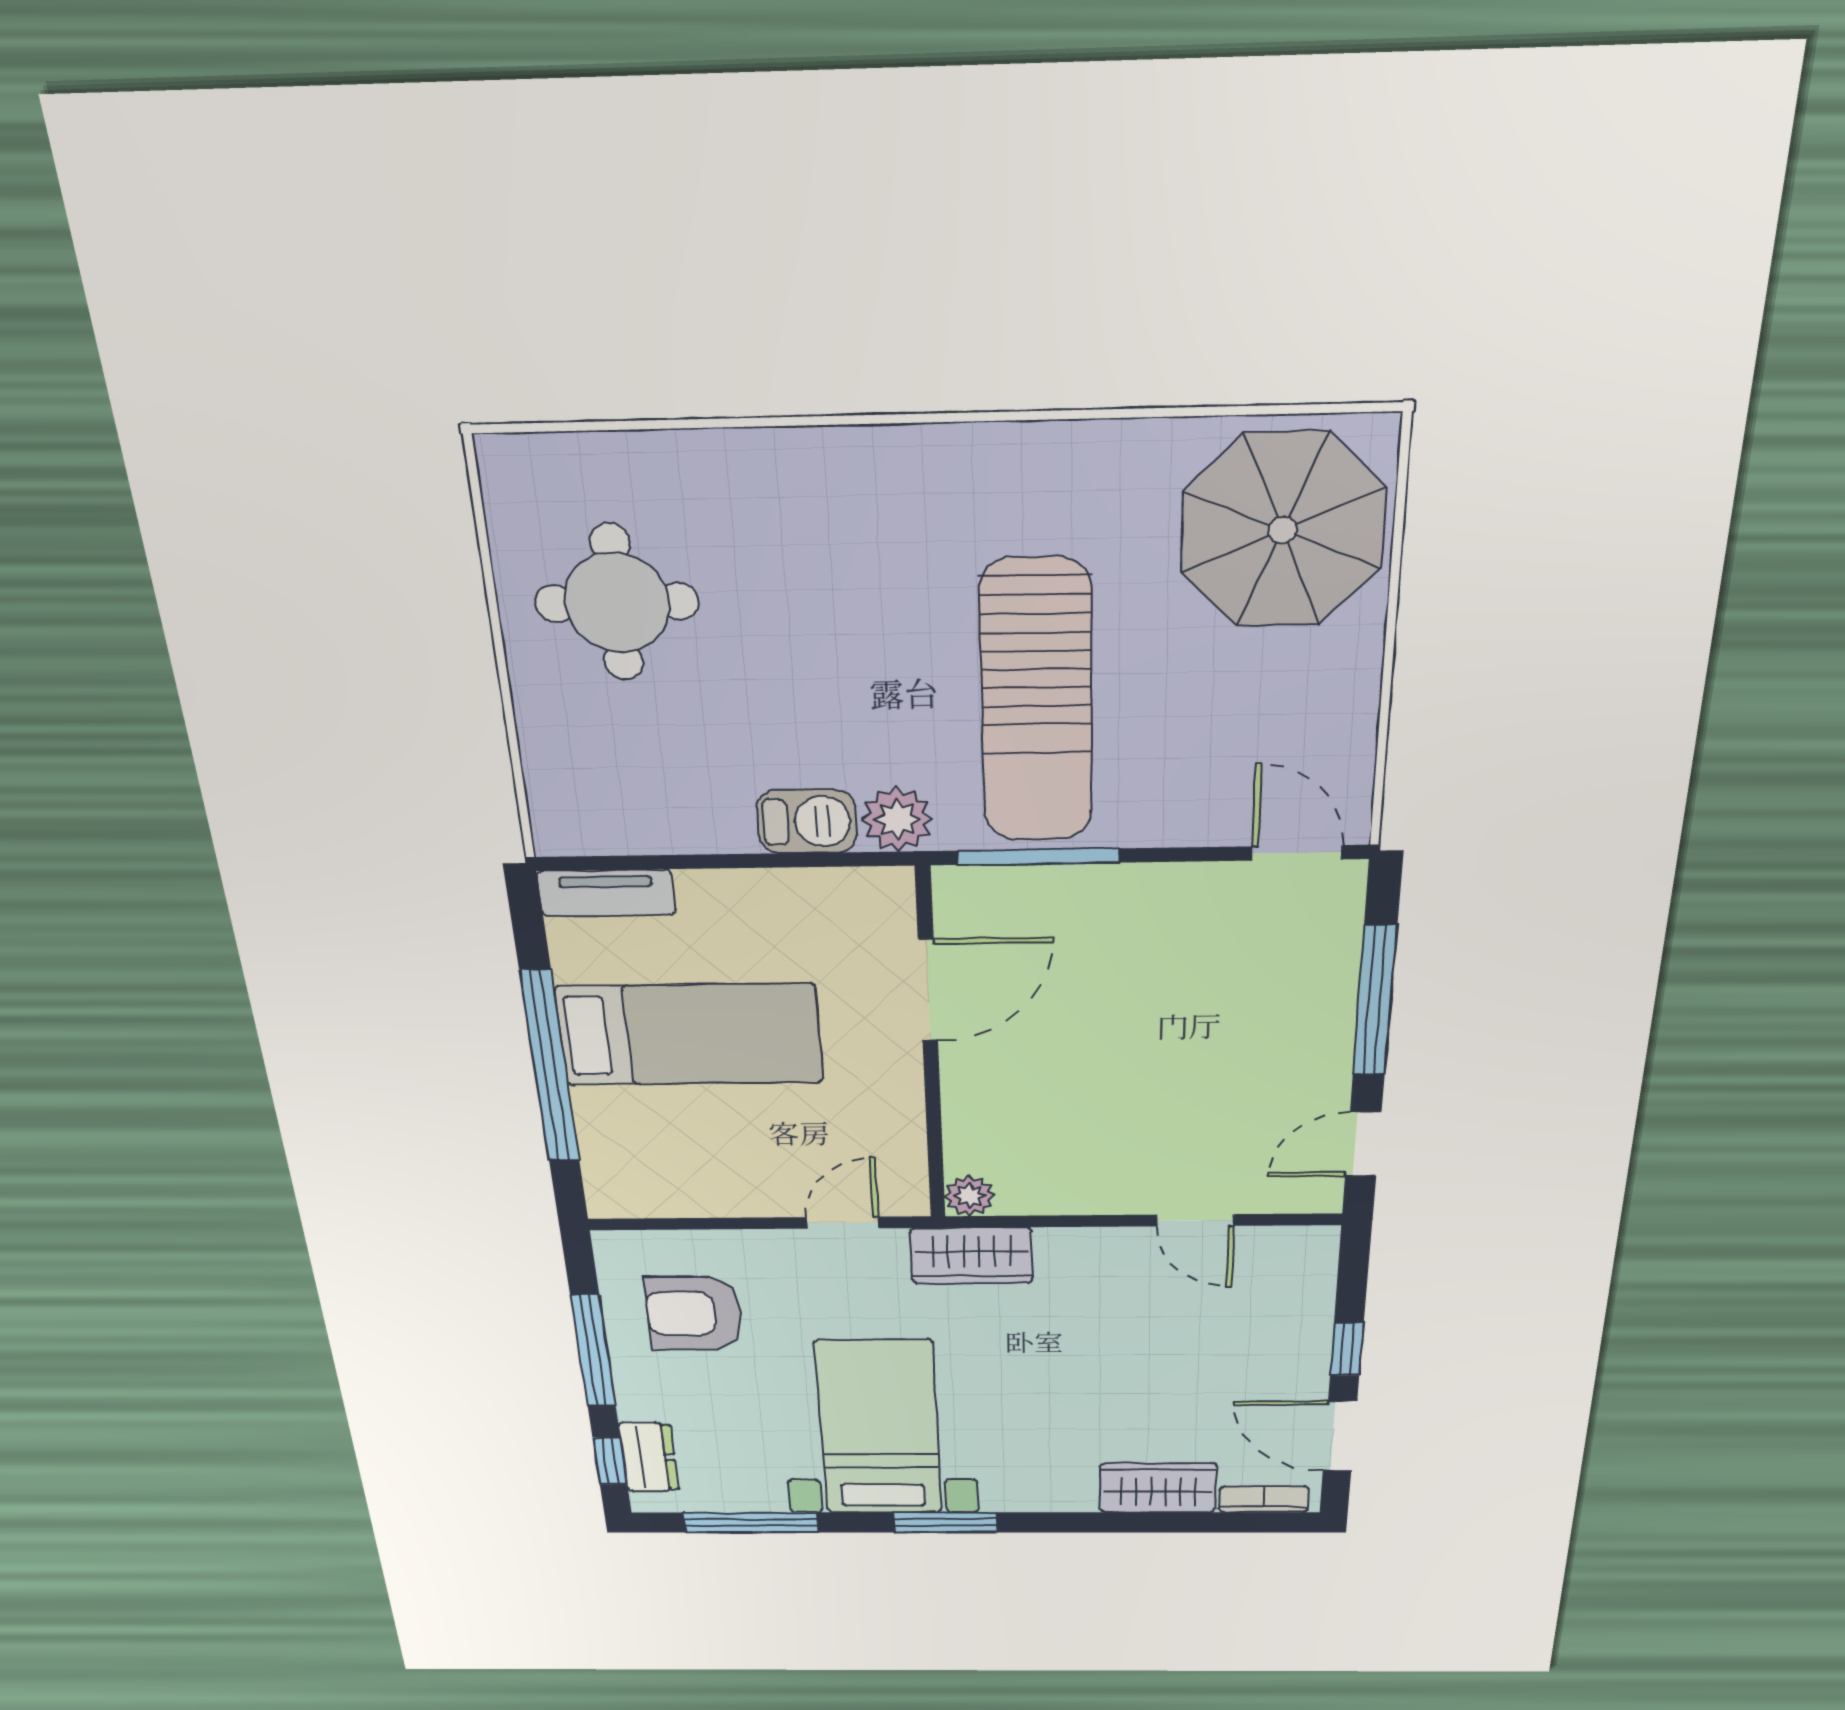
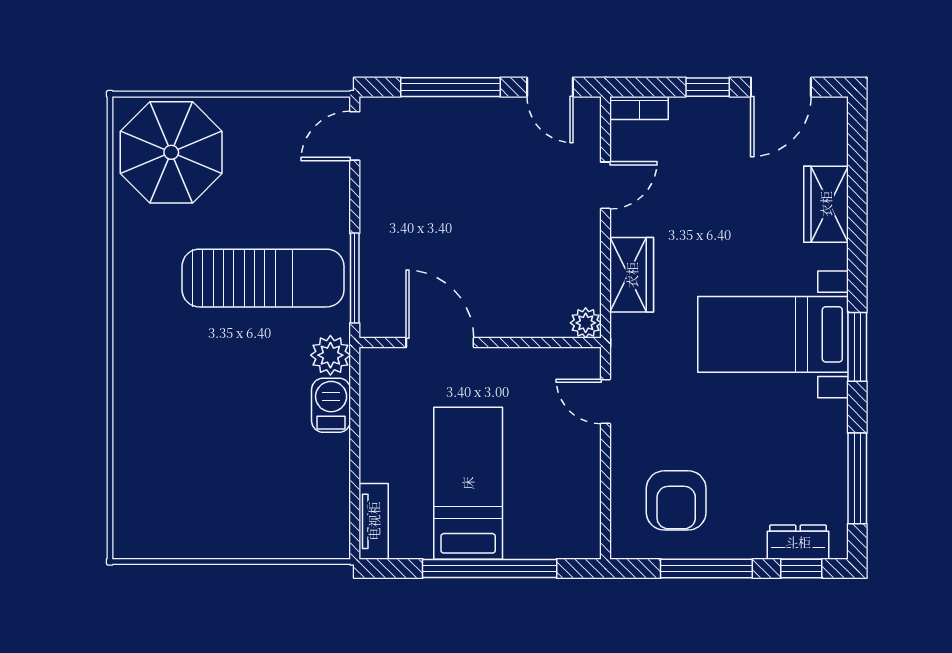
round table: (617, 603) -> (203, 496), removed
wardrobe: (972, 1256) -> (632, 275), moved
bed with nightstands: (879, 1428) -> (773, 334), moved
bookcase: (1264, 1499) -> (639, 108), moved, turned -90

